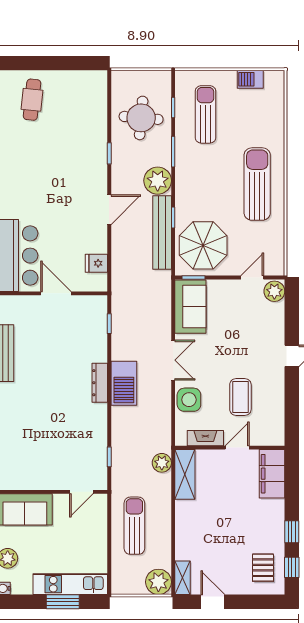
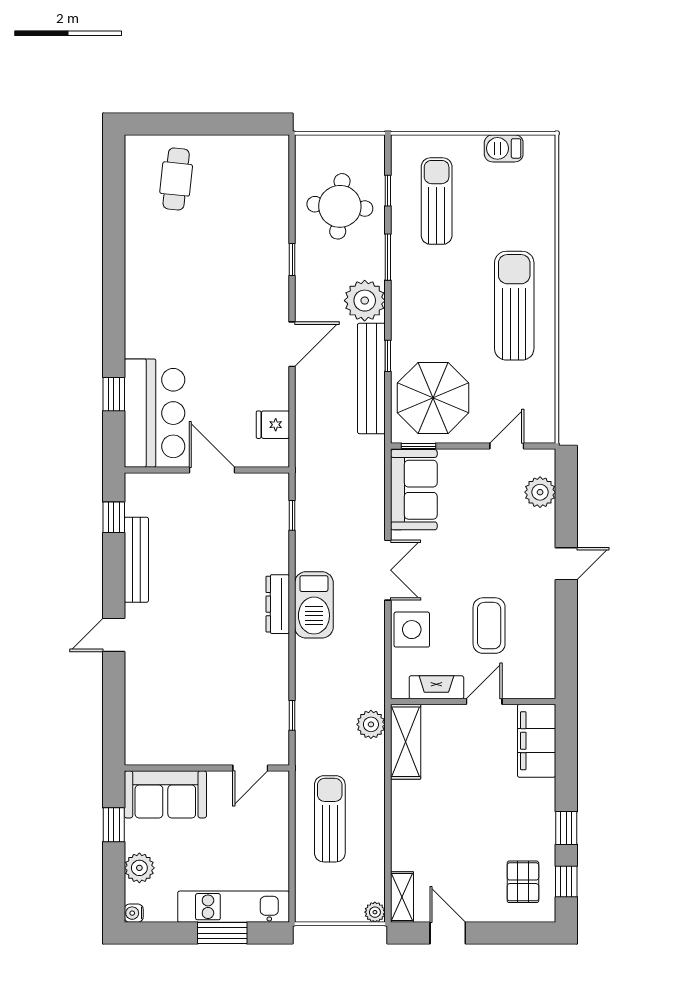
plant: (274, 291) -> (540, 492), moved
plant: (158, 582) -> (375, 912), width x0.53, depth x0.53

